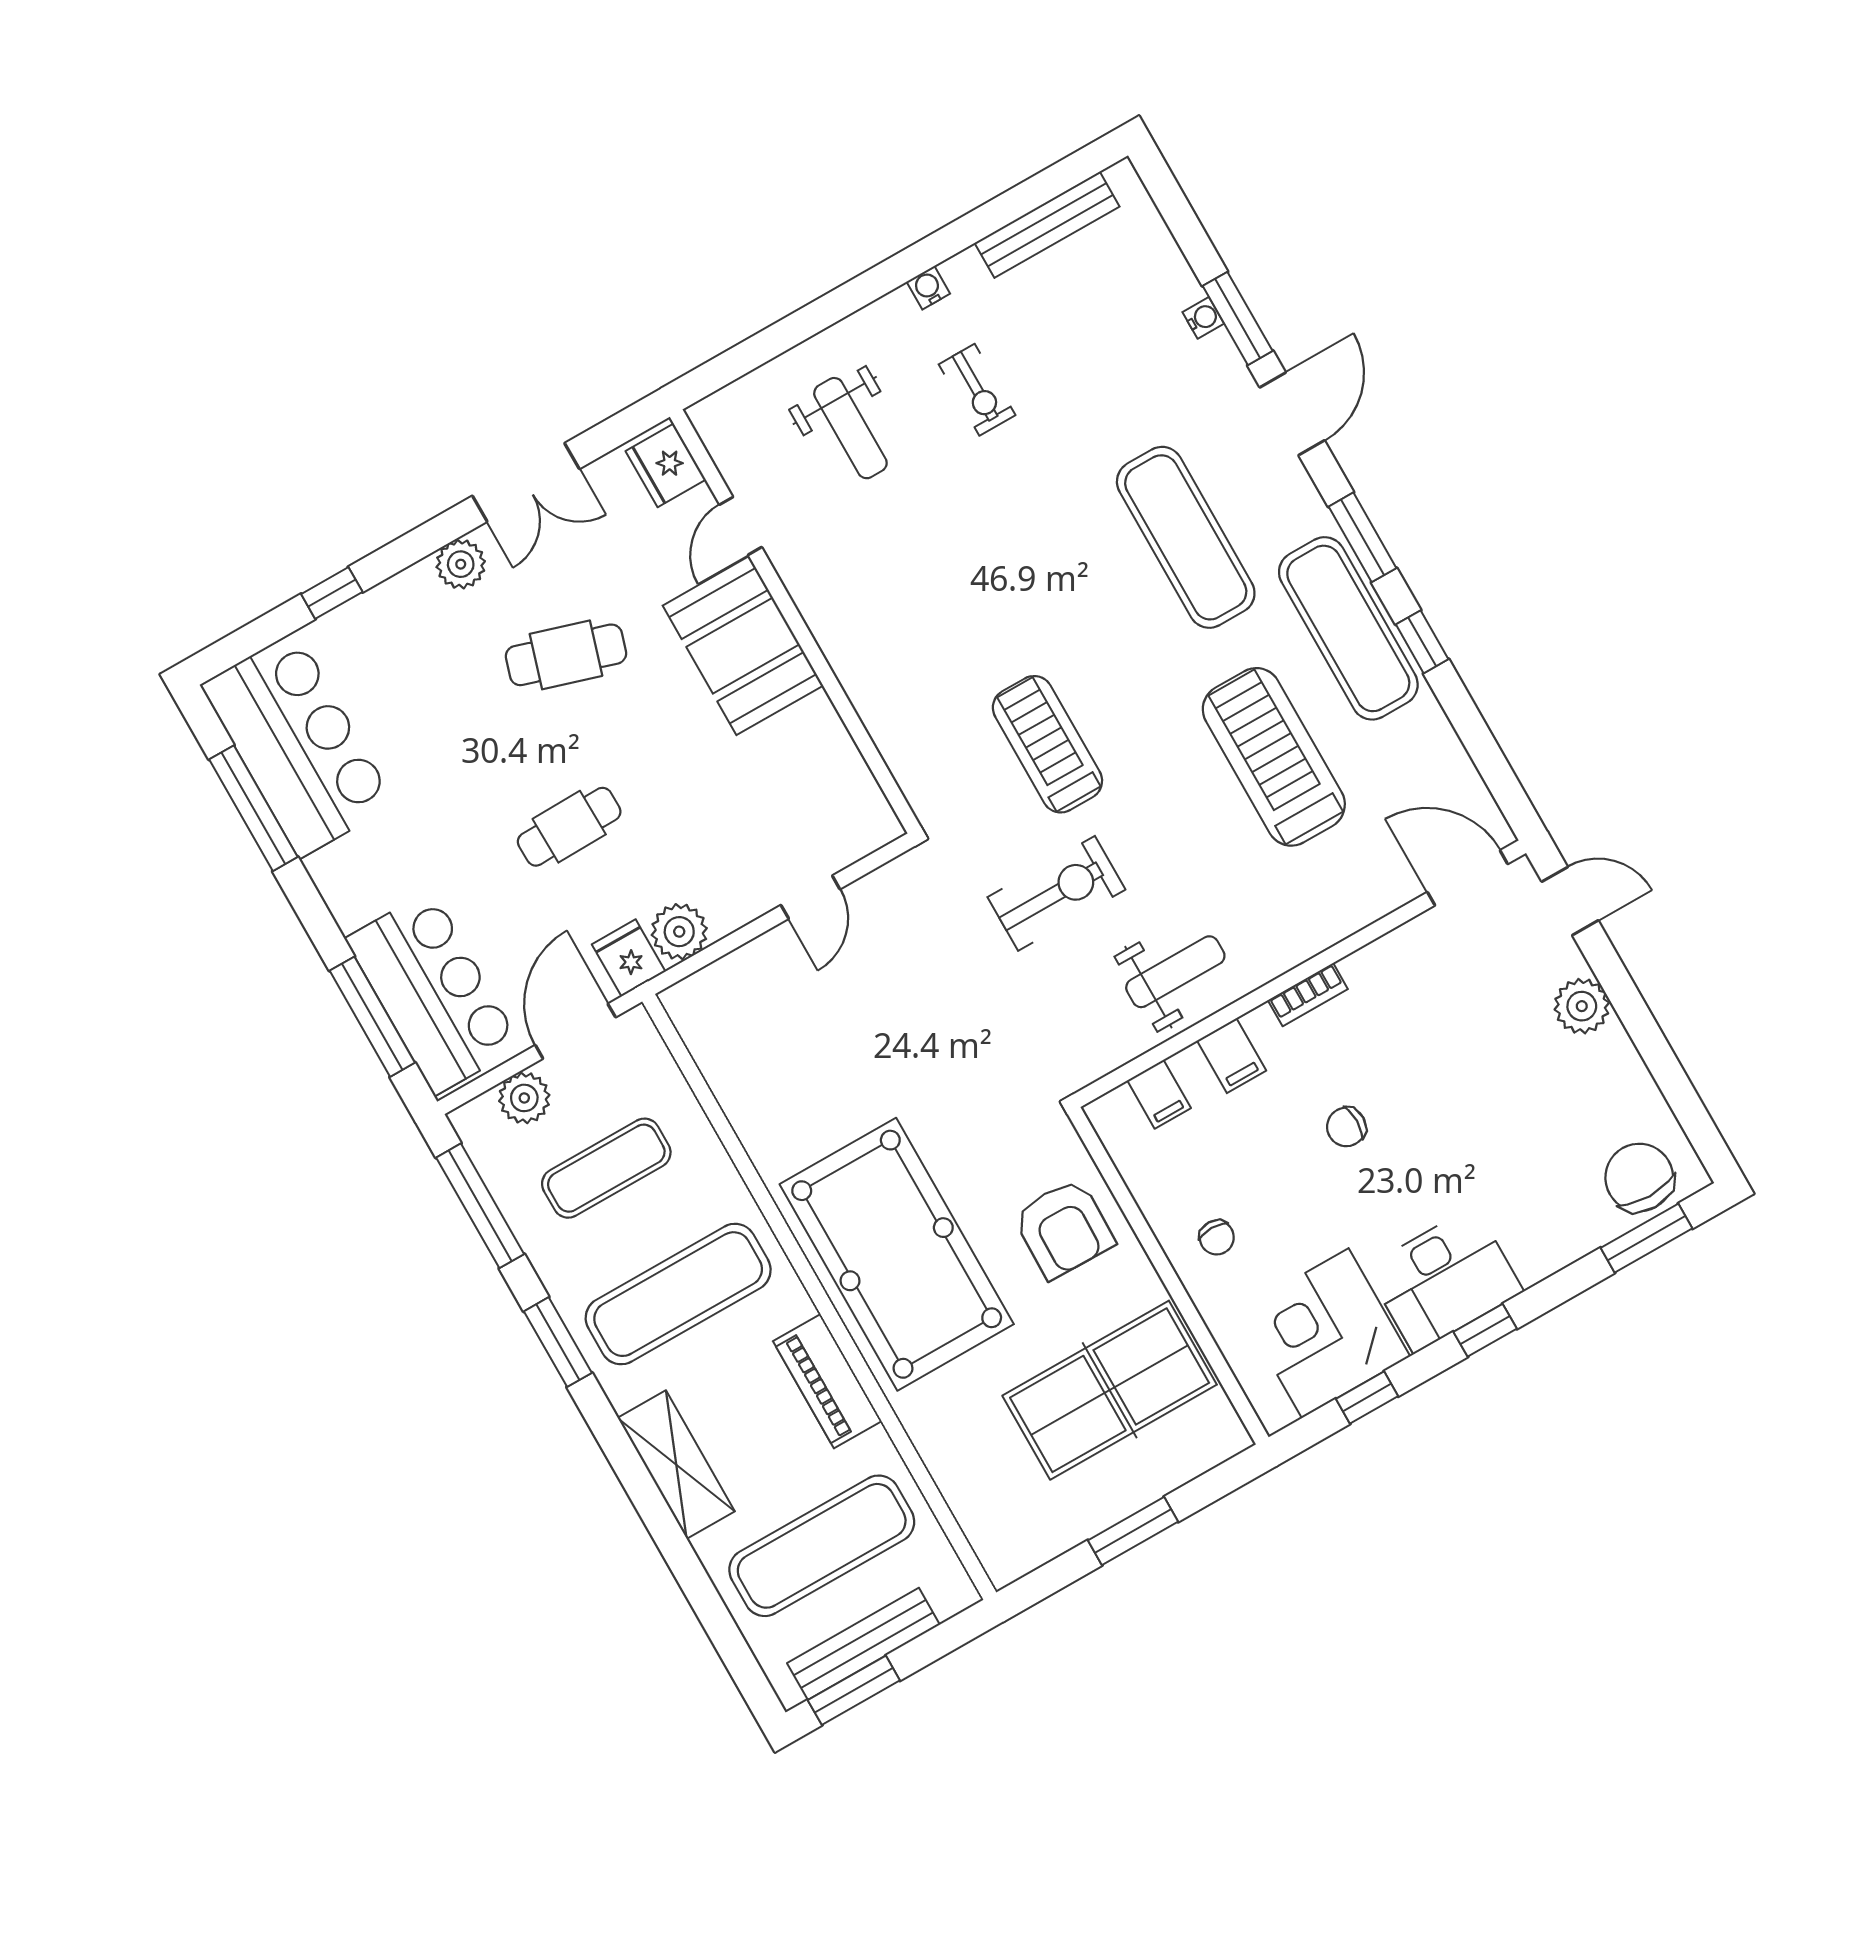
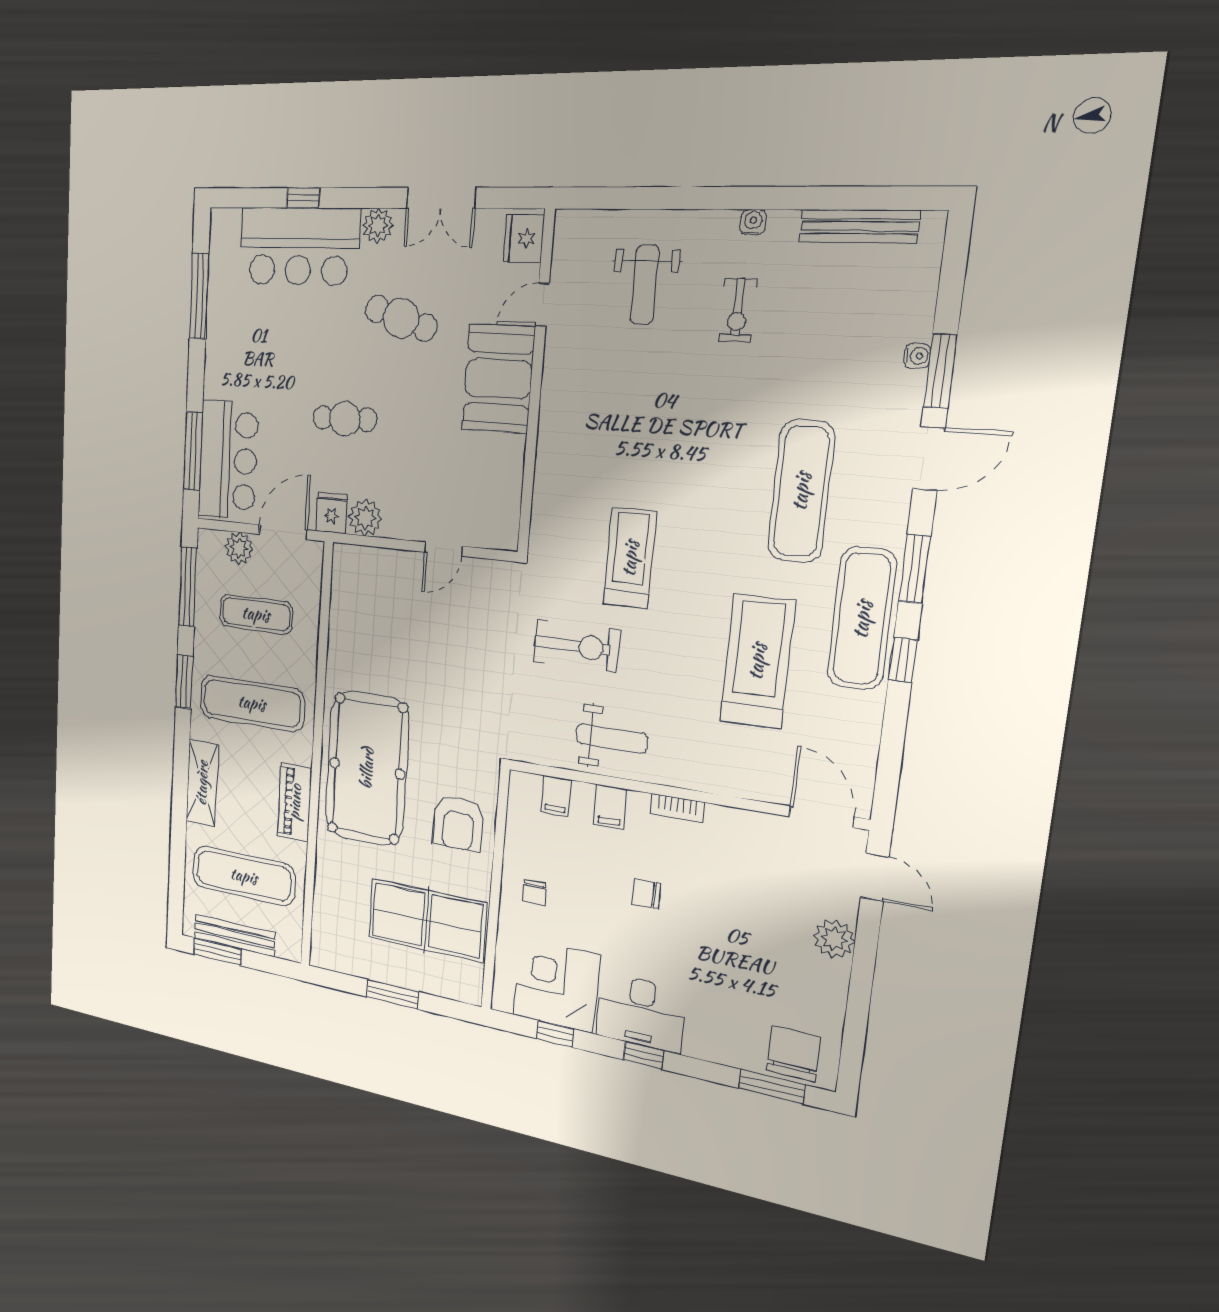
bar counter: (298, 745) -> (299, 246), moved, turned 90

